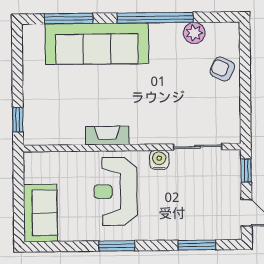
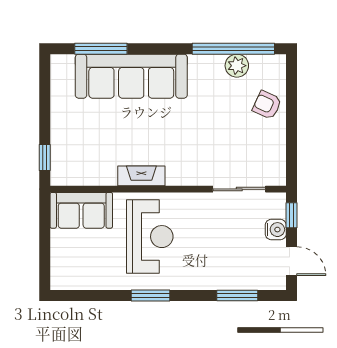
window: (155, 18) -> (233, 49), moved
water cooler: (159, 160) -> (276, 230), moved, turned 90
reception desk: (115, 191) -> (150, 237), turned 180
sofa: (40, 213) -> (81, 210), moved, turned 90

